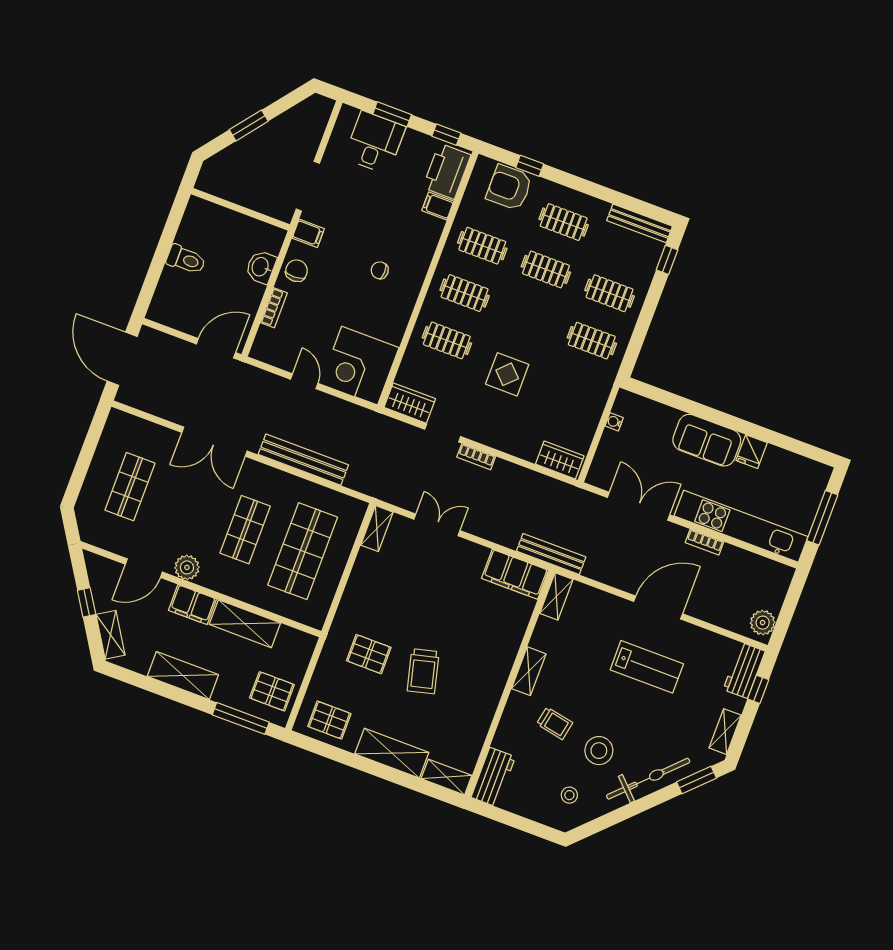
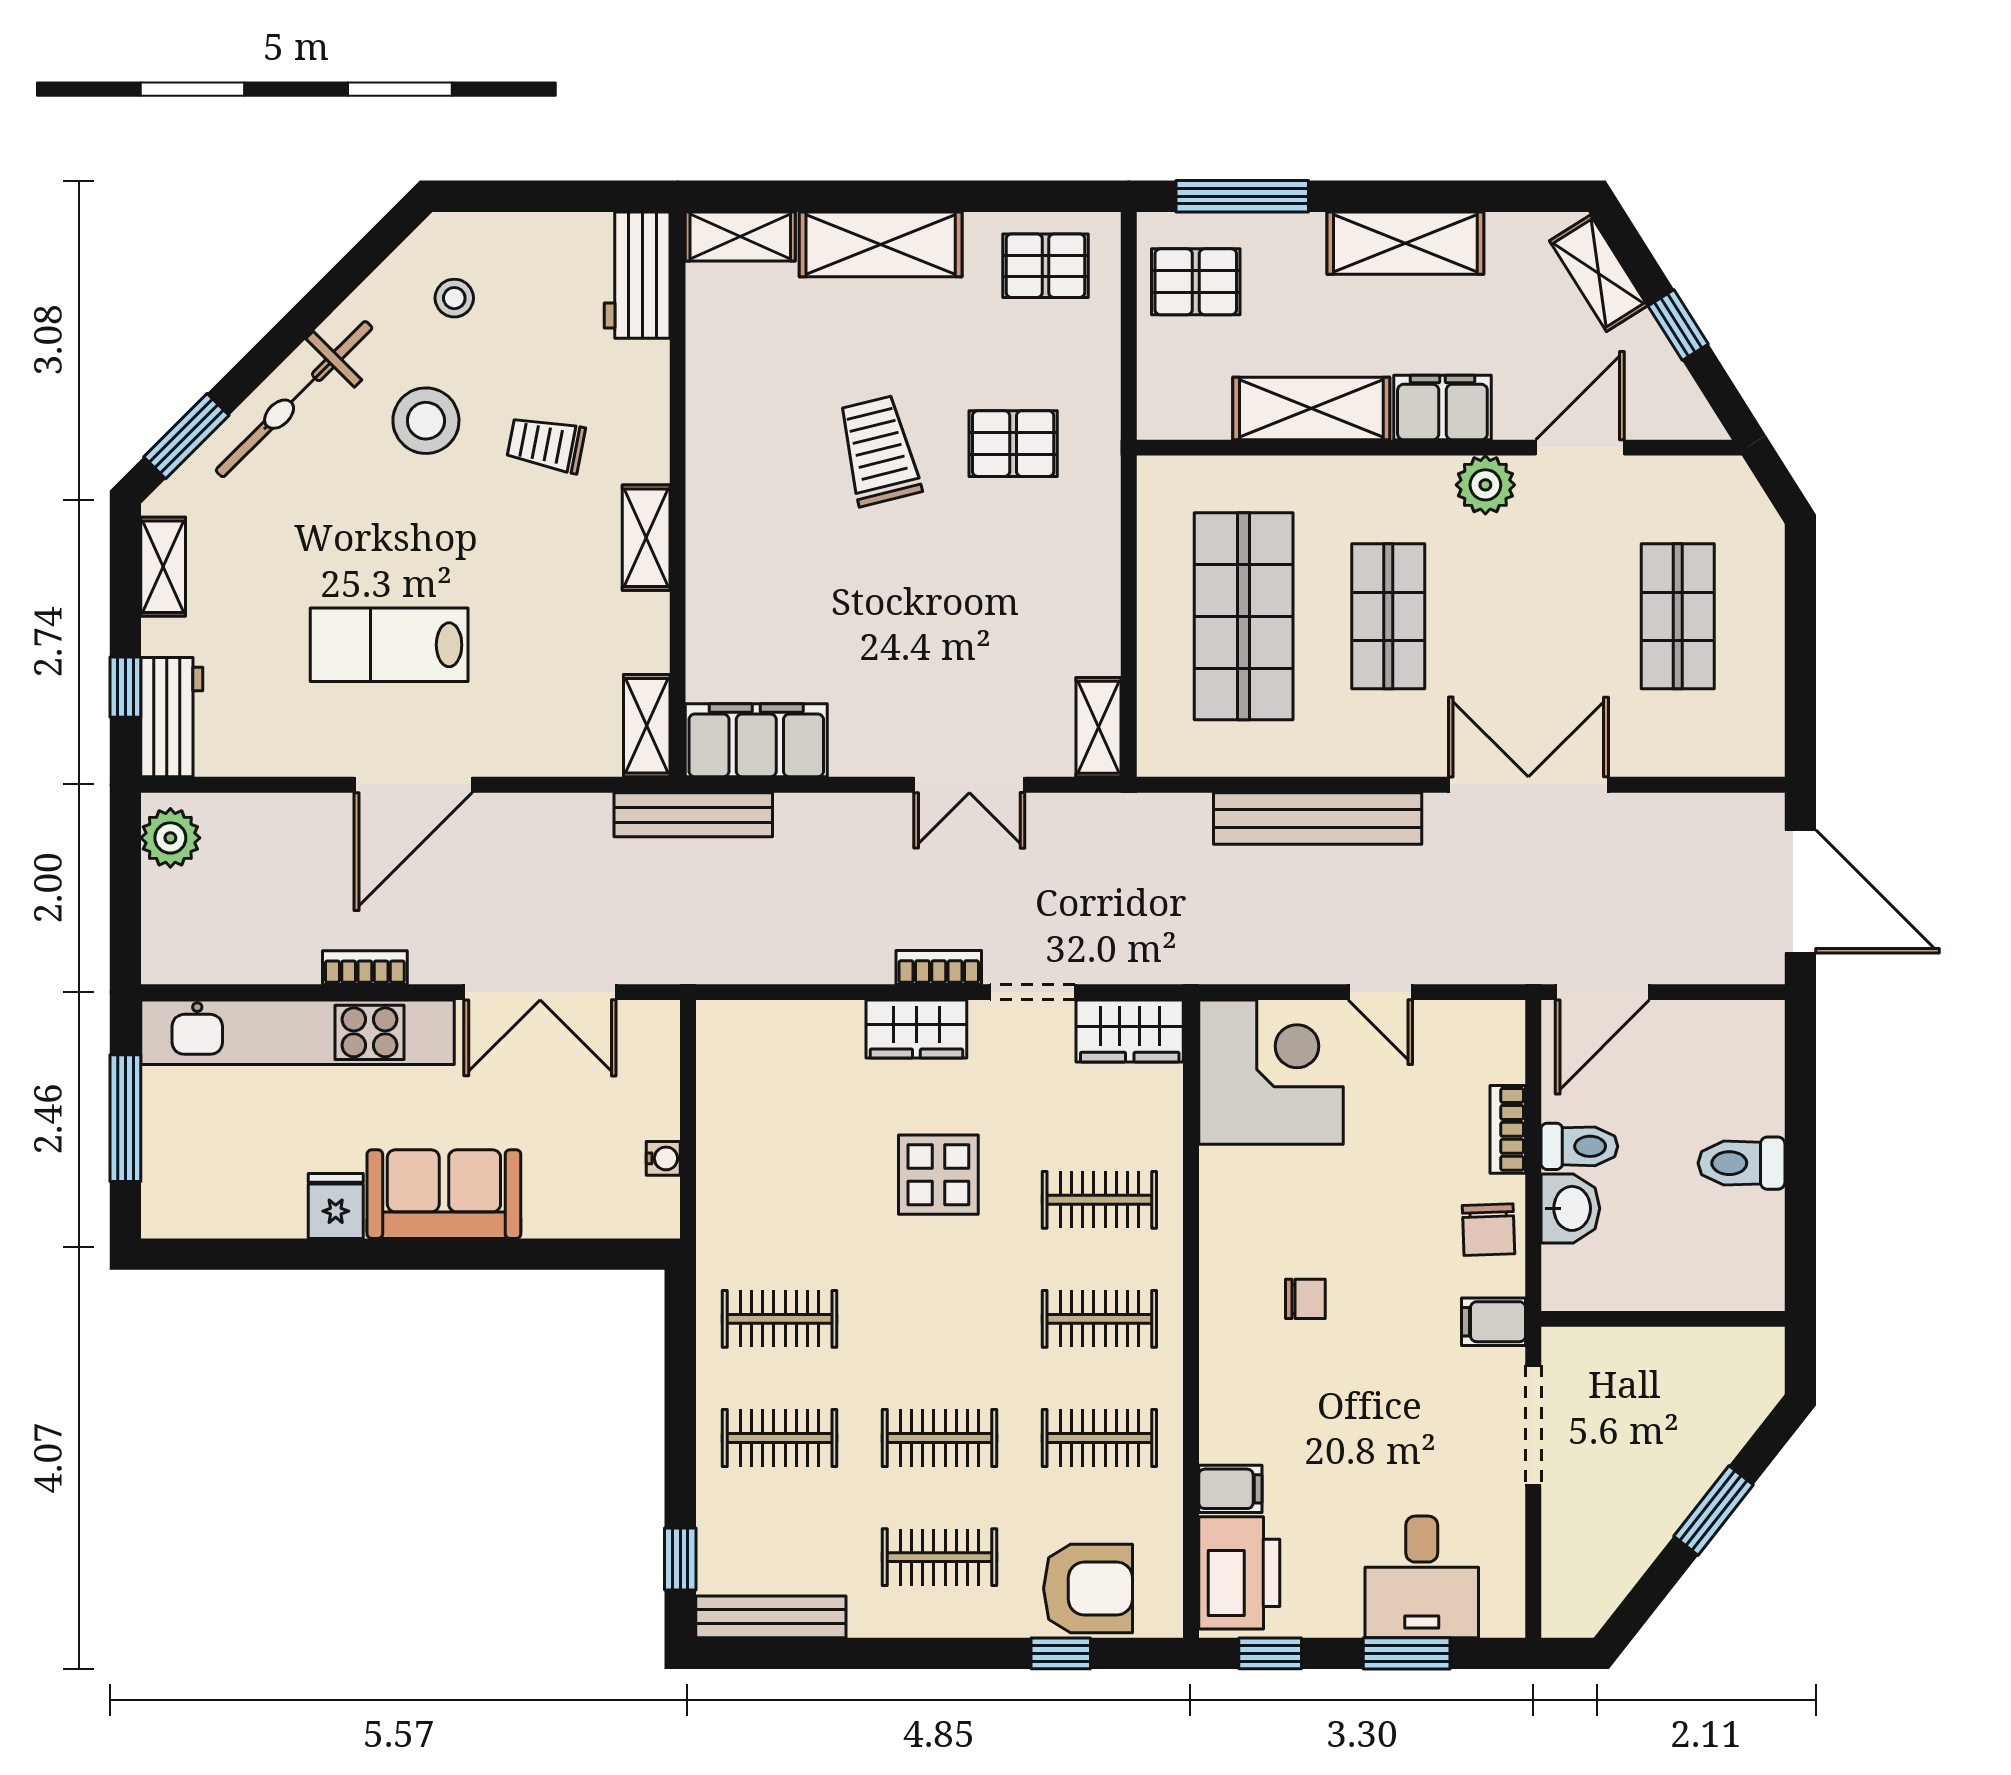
toilet: (248, 290) -> (1579, 1146), added
wardrobe: (560, 460) -> (916, 1029), moved

